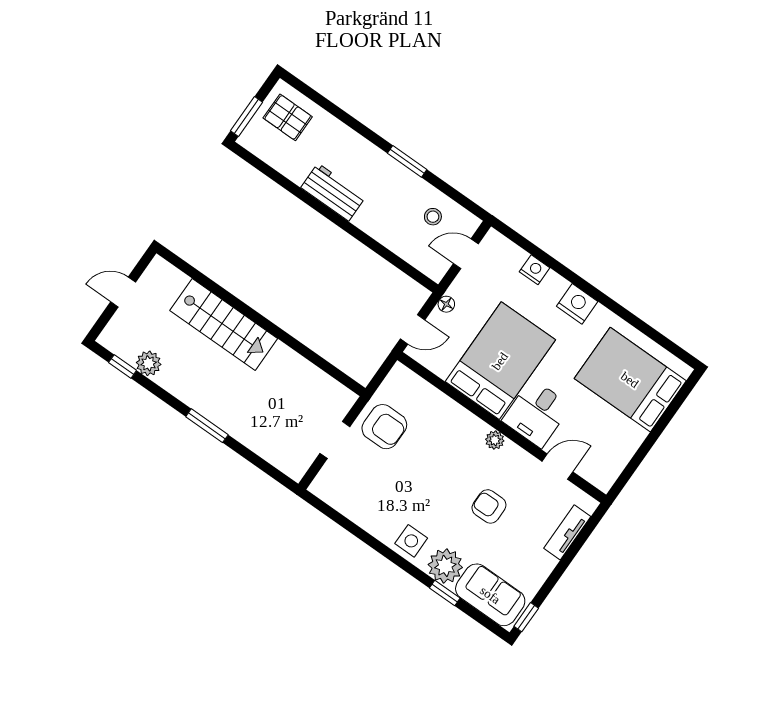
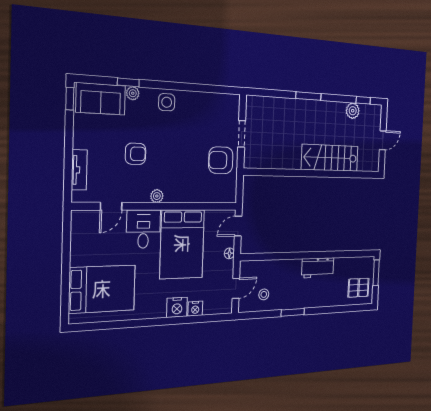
nightstand: (577, 304) -> (177, 307), moved
plant: (445, 566) -> (133, 93), width x0.53, depth x0.53

